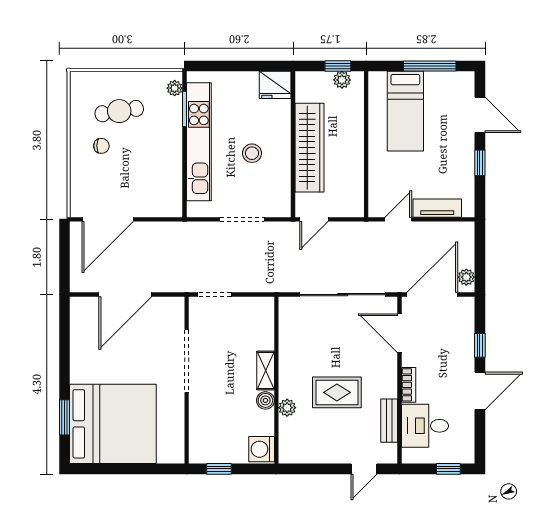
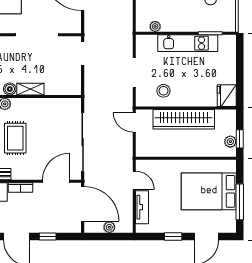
plant: (175, 88) -> (155, 26), moved
bed: (405, 111) -> (209, 191), width x1.50
kitchen unit: (199, 142) -> (188, 43), width x0.73
stool: (252, 153) -> (163, 91), moved
plant: (466, 277) -> (109, 227), moved

